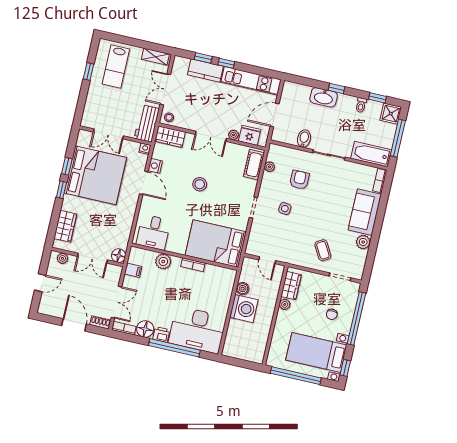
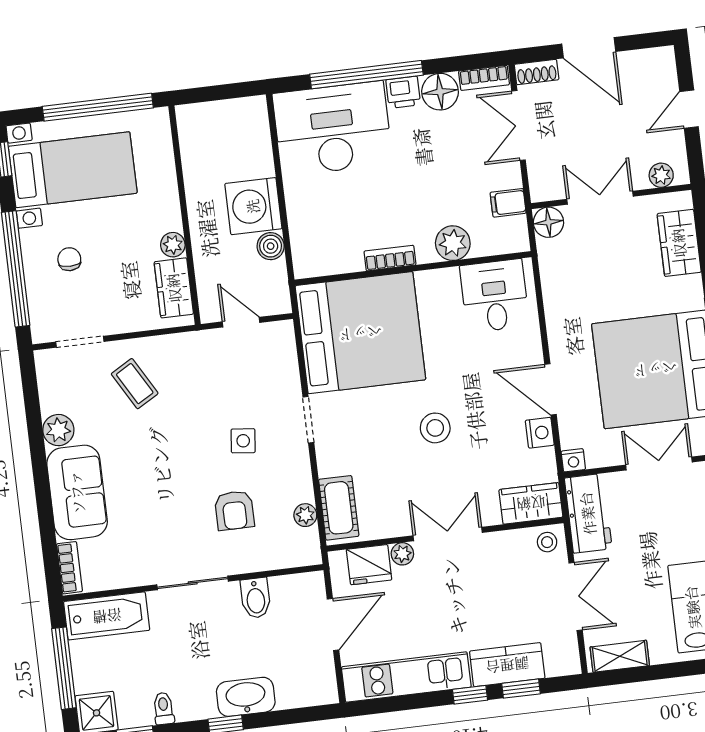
bed: (216, 244) -> (360, 333), width x1.36

